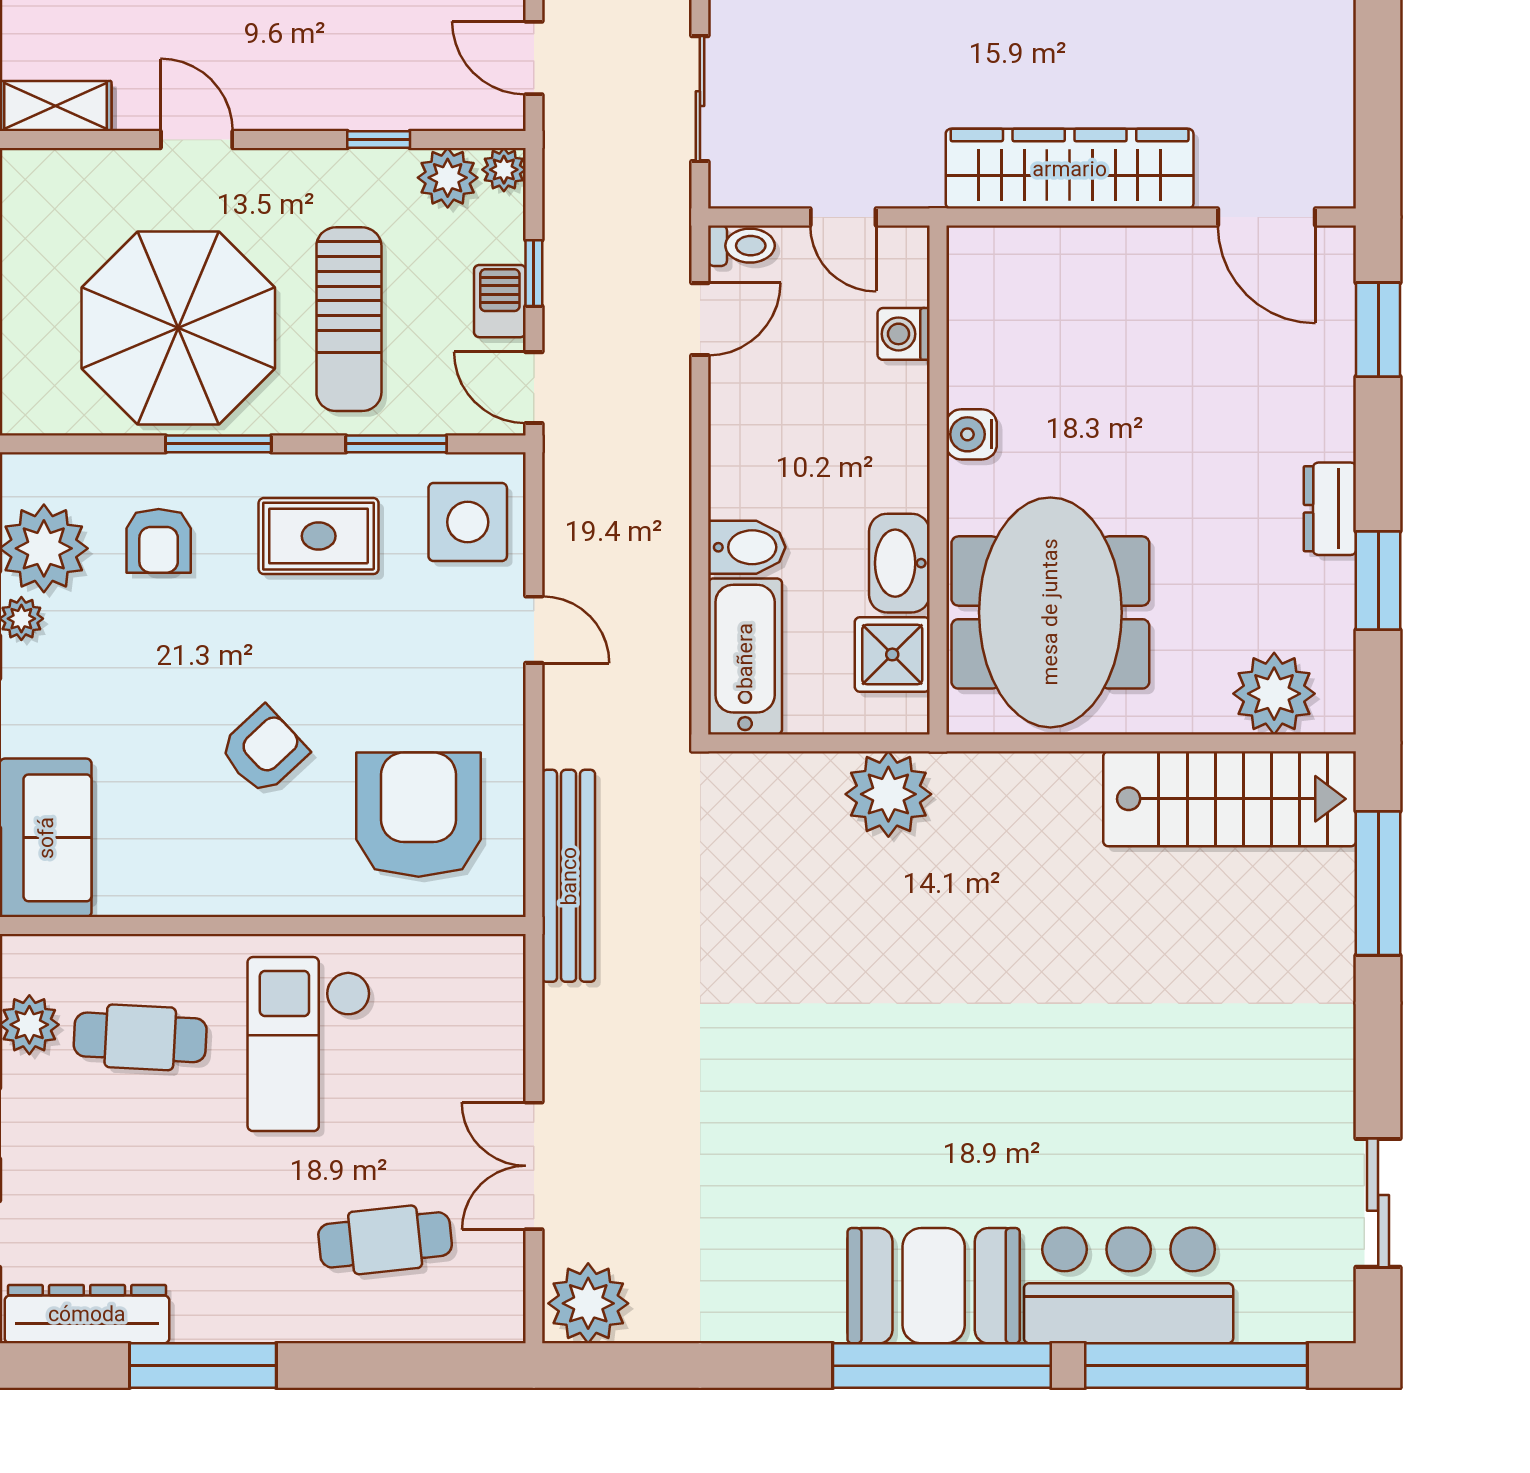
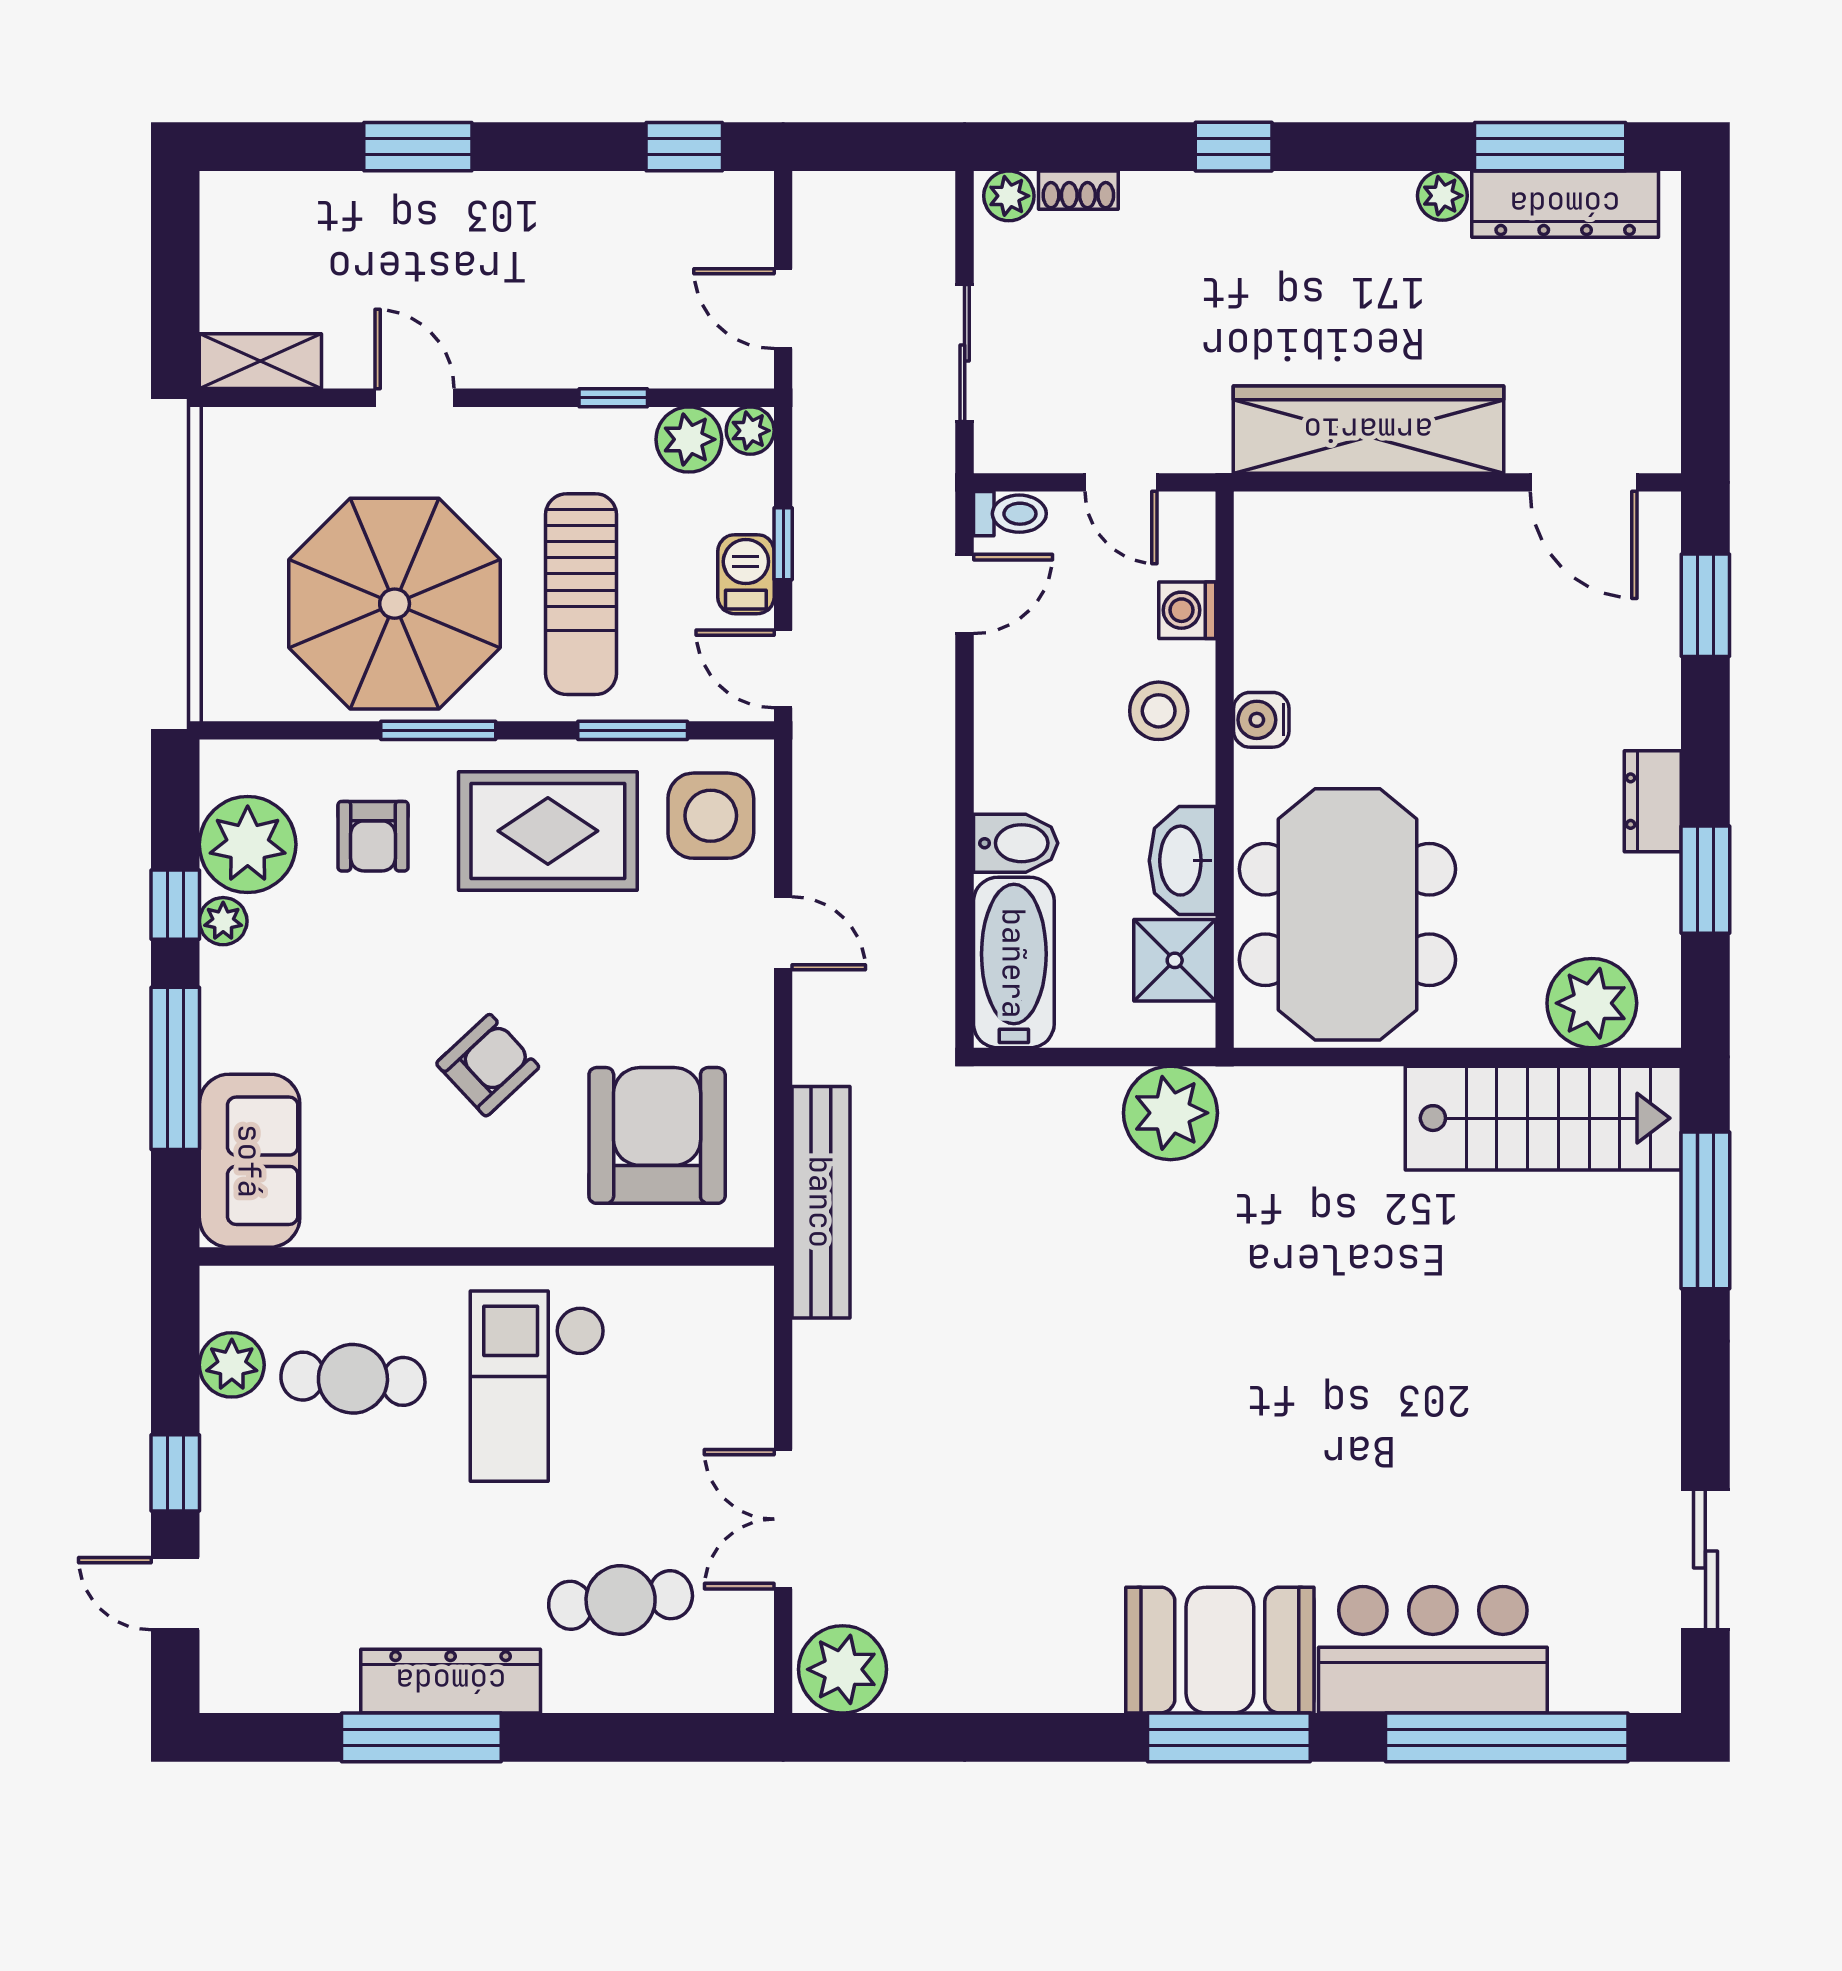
stool: (878, 426) -> (1159, 711), added
rug: (319, 536) -> (548, 831), width x1.36, depth x1.43
dresser: (87, 1314) -> (451, 1681), moved
window: (942, 1366) -> (1229, 1737), width x0.68

